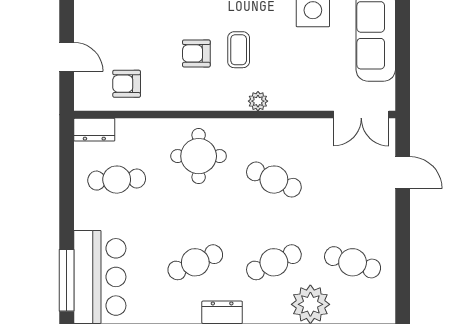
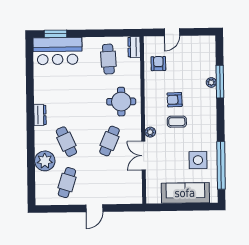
armchair: (196, 53) -> (175, 100), turned -92
double door: (361, 115) -> (144, 156), moved
door: (403, 173) -> (94, 208), moved
cafe table: (195, 262) -> (66, 101), removed
window: (67, 280) -> (56, 34), width x0.69

